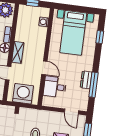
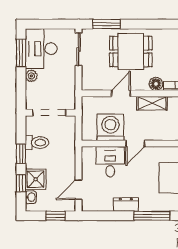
window: (94, 85) -> (152, 216), moved
washing machine: (23, 94) -> (110, 127), moved, turned -90

